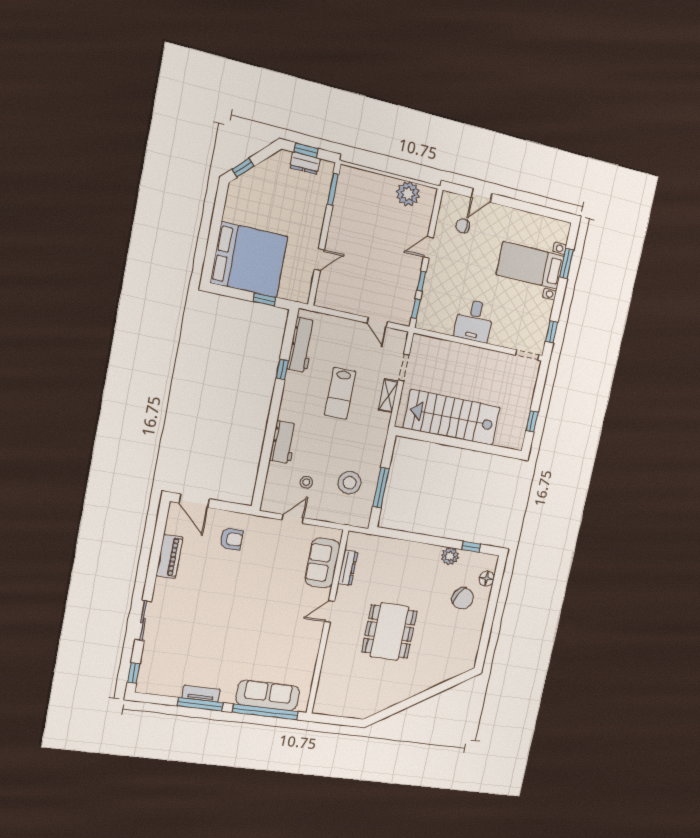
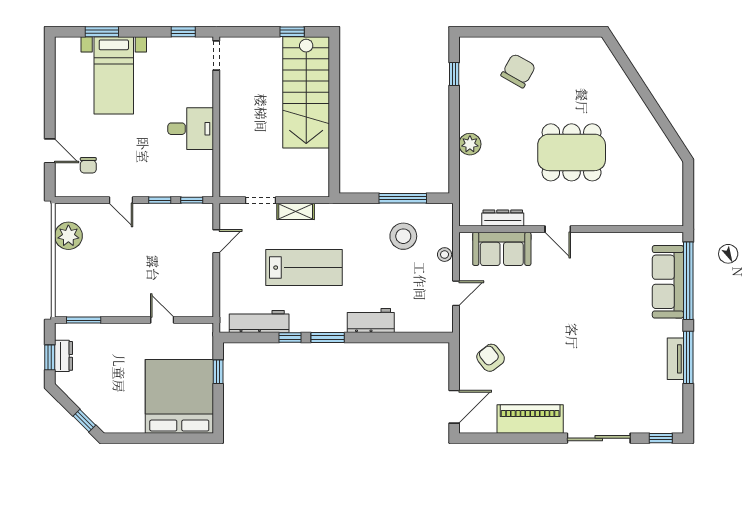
lab bench: (340, 393) -> (304, 268), width x1.36, depth x1.39
window: (276, 402) -> (328, 337), added
stairs: (452, 417) -> (306, 92), moved
stool: (306, 482) -> (445, 255), moved
door: (293, 519) -> (456, 293), swing flipped
armchair: (232, 539) -> (491, 358), turned -38
piano: (169, 556) -> (530, 419), width x1.37, depth x1.33
plant: (450, 556) -> (470, 144), moved
floor lamp: (487, 579) -> (490, 46), removed
sliding door: (143, 621) -> (599, 438), width x1.37

